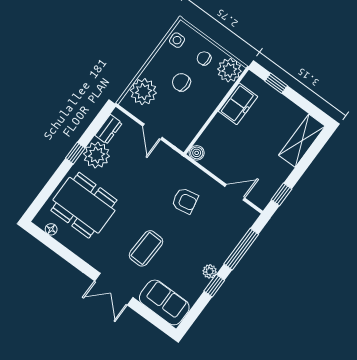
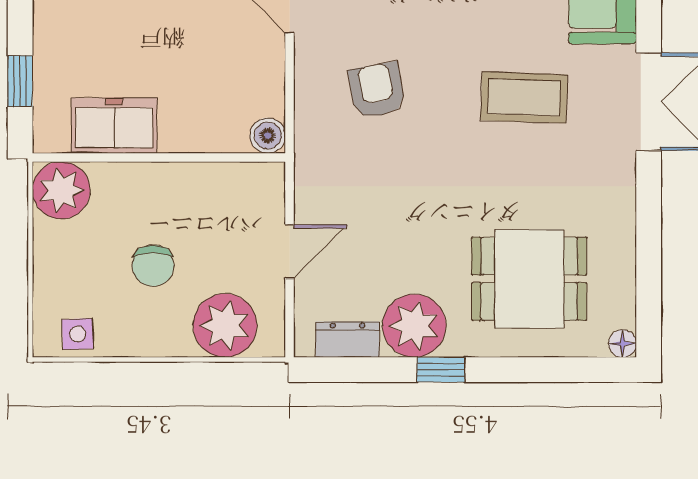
chair: (204, 58) -> (74, 256), removed
dining table: (84, 205) -> (529, 279), width x0.73
floor lamp: (51, 229) -> (623, 344), moved

